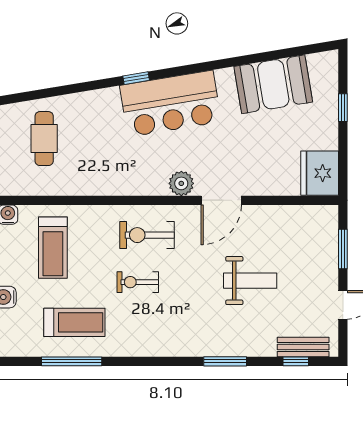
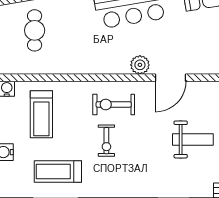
exercise bike: (138, 282) -> (106, 141), turned -90
treadmill: (74, 322) -> (58, 172), turned 180

